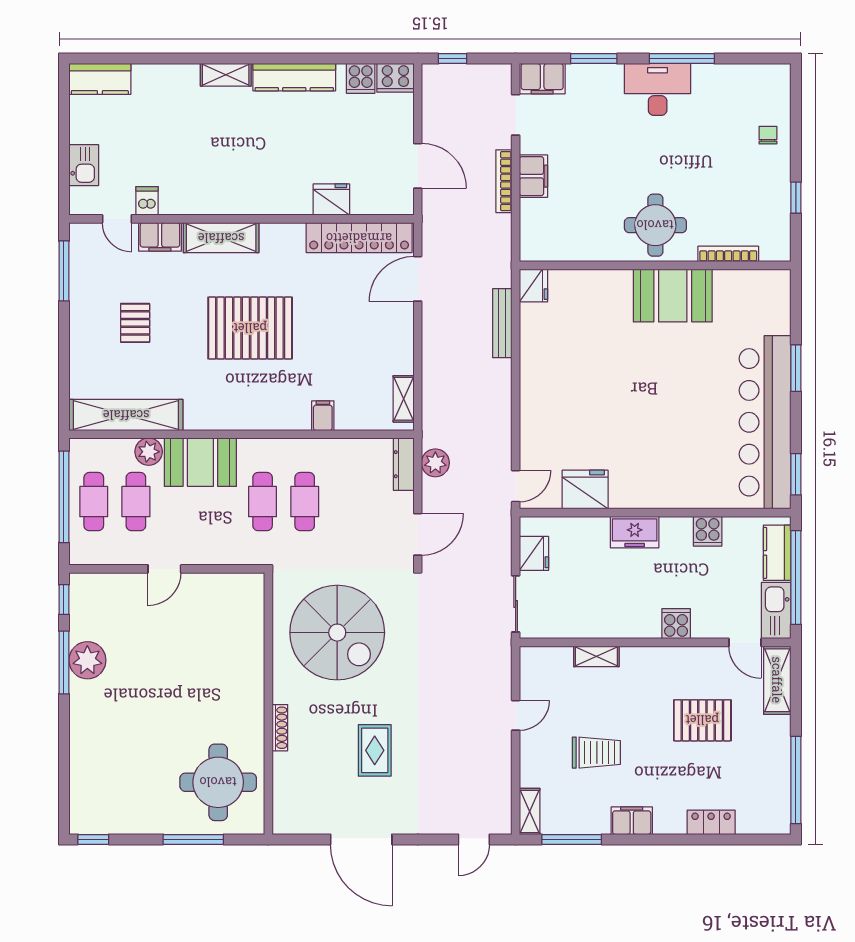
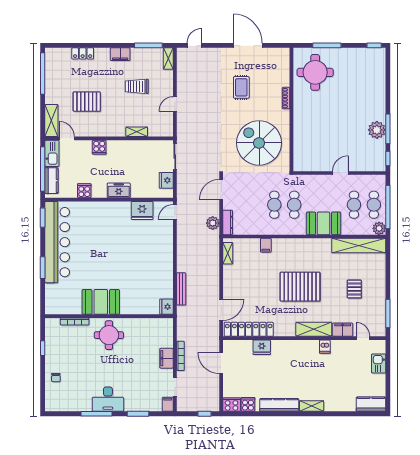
filing cabinet: (542, 79) -> (168, 404), width x0.50
dishwasher: (147, 201) -> (325, 347), moved
plant: (149, 452) -> (379, 228), moved

